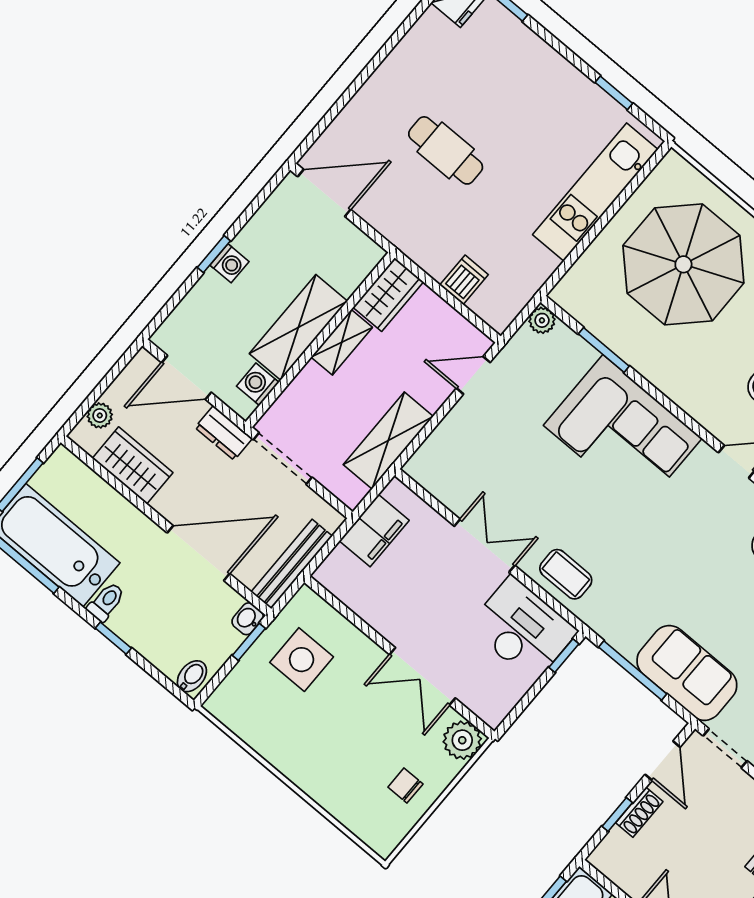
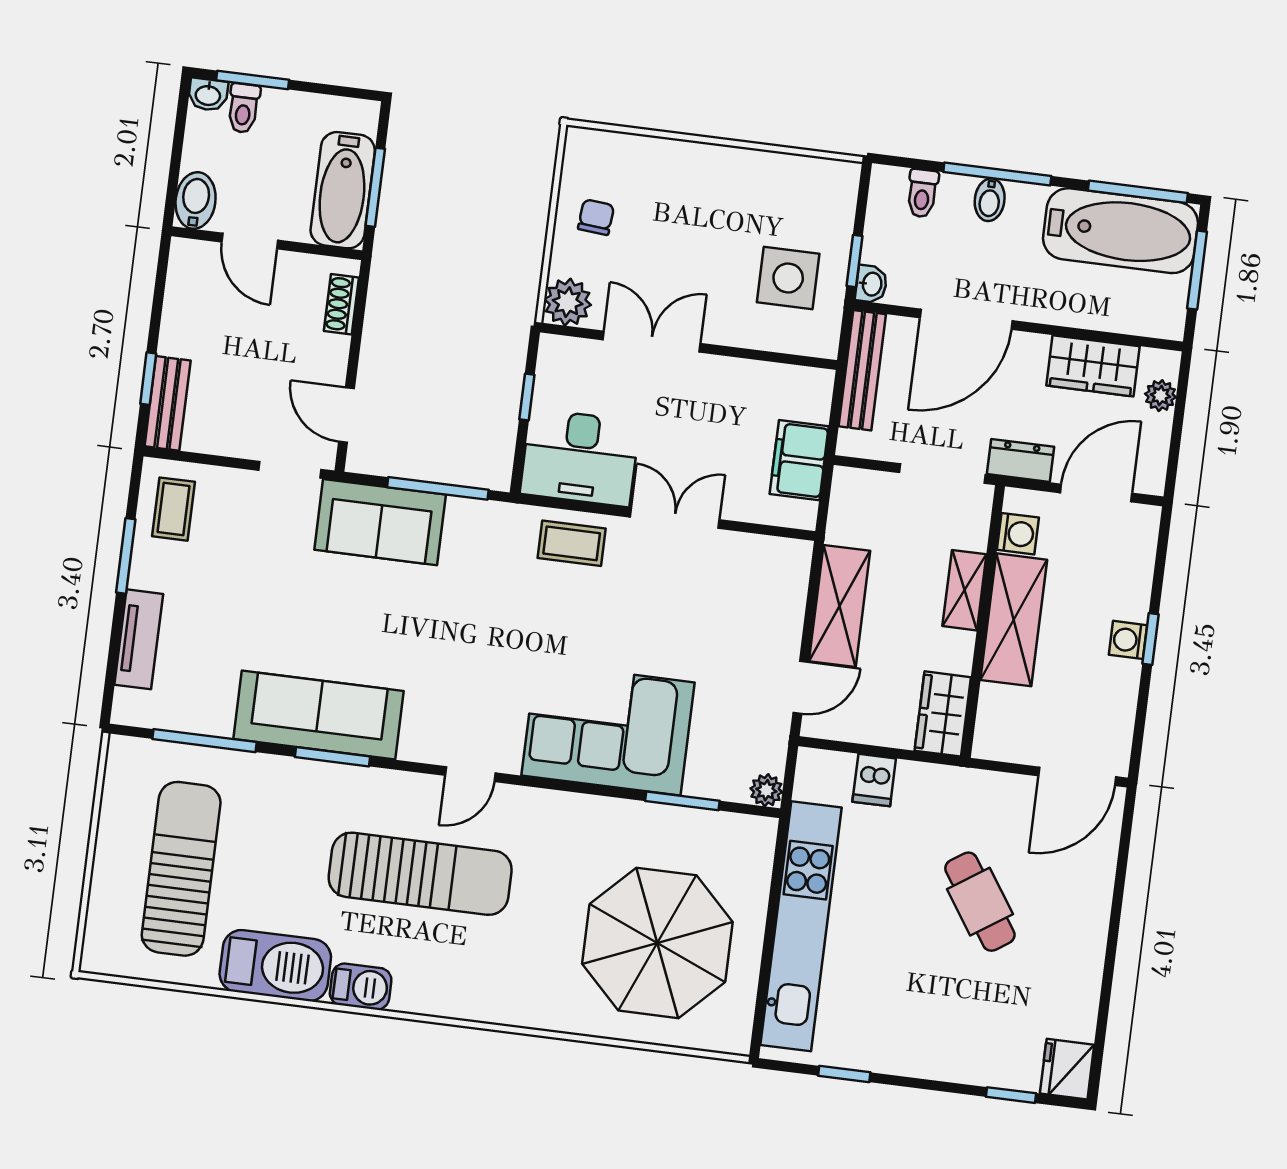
cafe table: (446, 150) -> (980, 902), turned 56
kitchen unit: (595, 192) -> (801, 926), width x1.36
shelving: (342, 342) -> (964, 590), moved
shelving: (388, 440) -> (840, 606), moved
double door: (485, 546) -> (675, 518), swing flipped
toilet: (106, 602) -> (922, 193), moved
window: (113, 638) -> (997, 174), width x2.17
window: (564, 656) -> (527, 397), moved
bidet: (192, 676) -> (990, 200), moved
chair: (405, 786) -> (596, 217), turned -85
shoe rack: (639, 812) -> (341, 304), moved
window: (617, 815) -> (357, 329), removed

